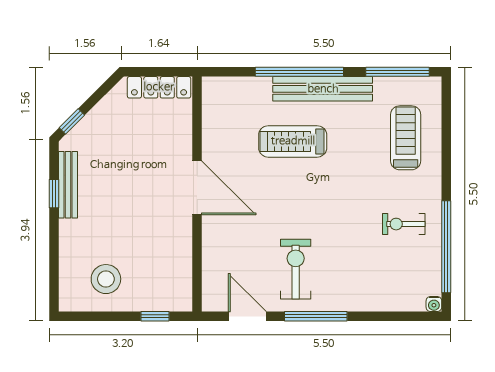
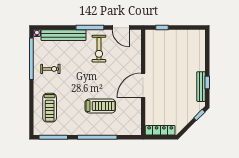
bench: (323, 89) -> (63, 35), moved
door: (197, 188) -> (143, 85), hinge flipped
stool: (106, 279) -> (184, 44), removed

